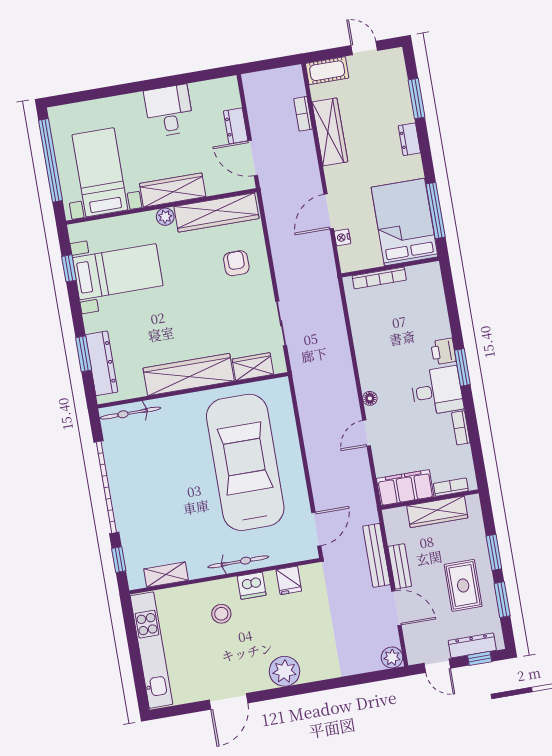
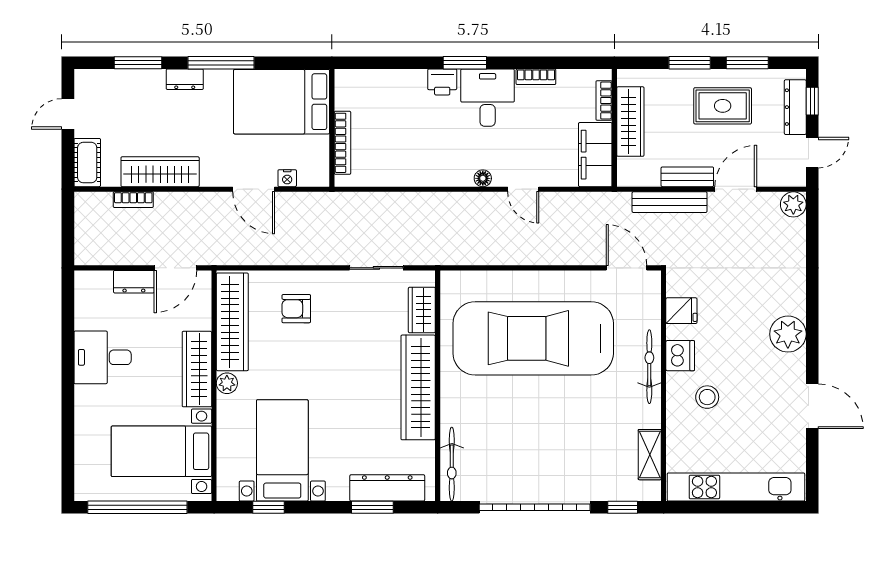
window: (436, 211) -> (221, 63), moved

